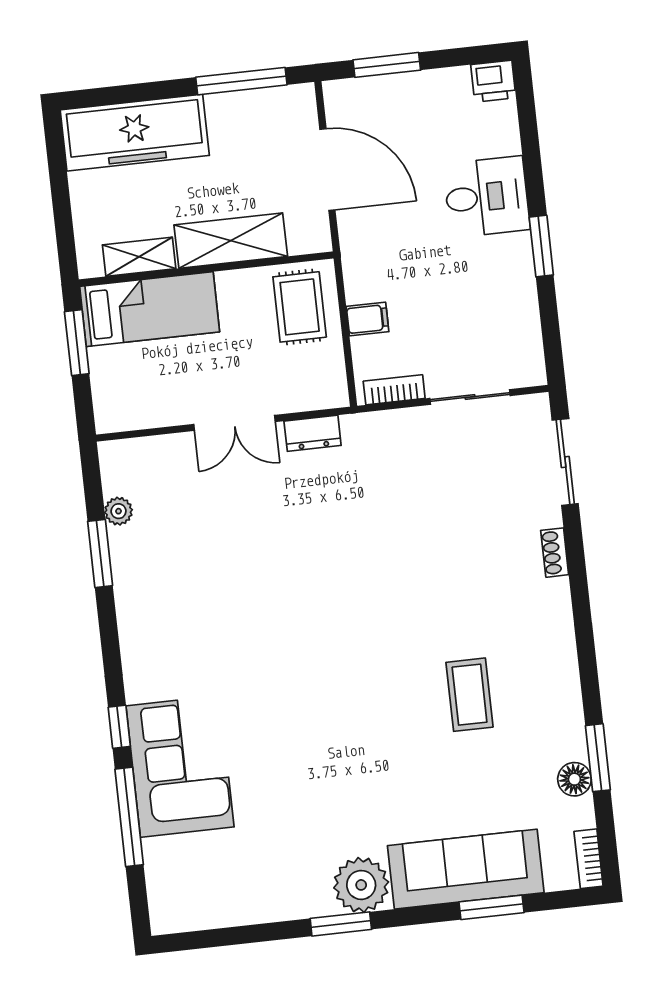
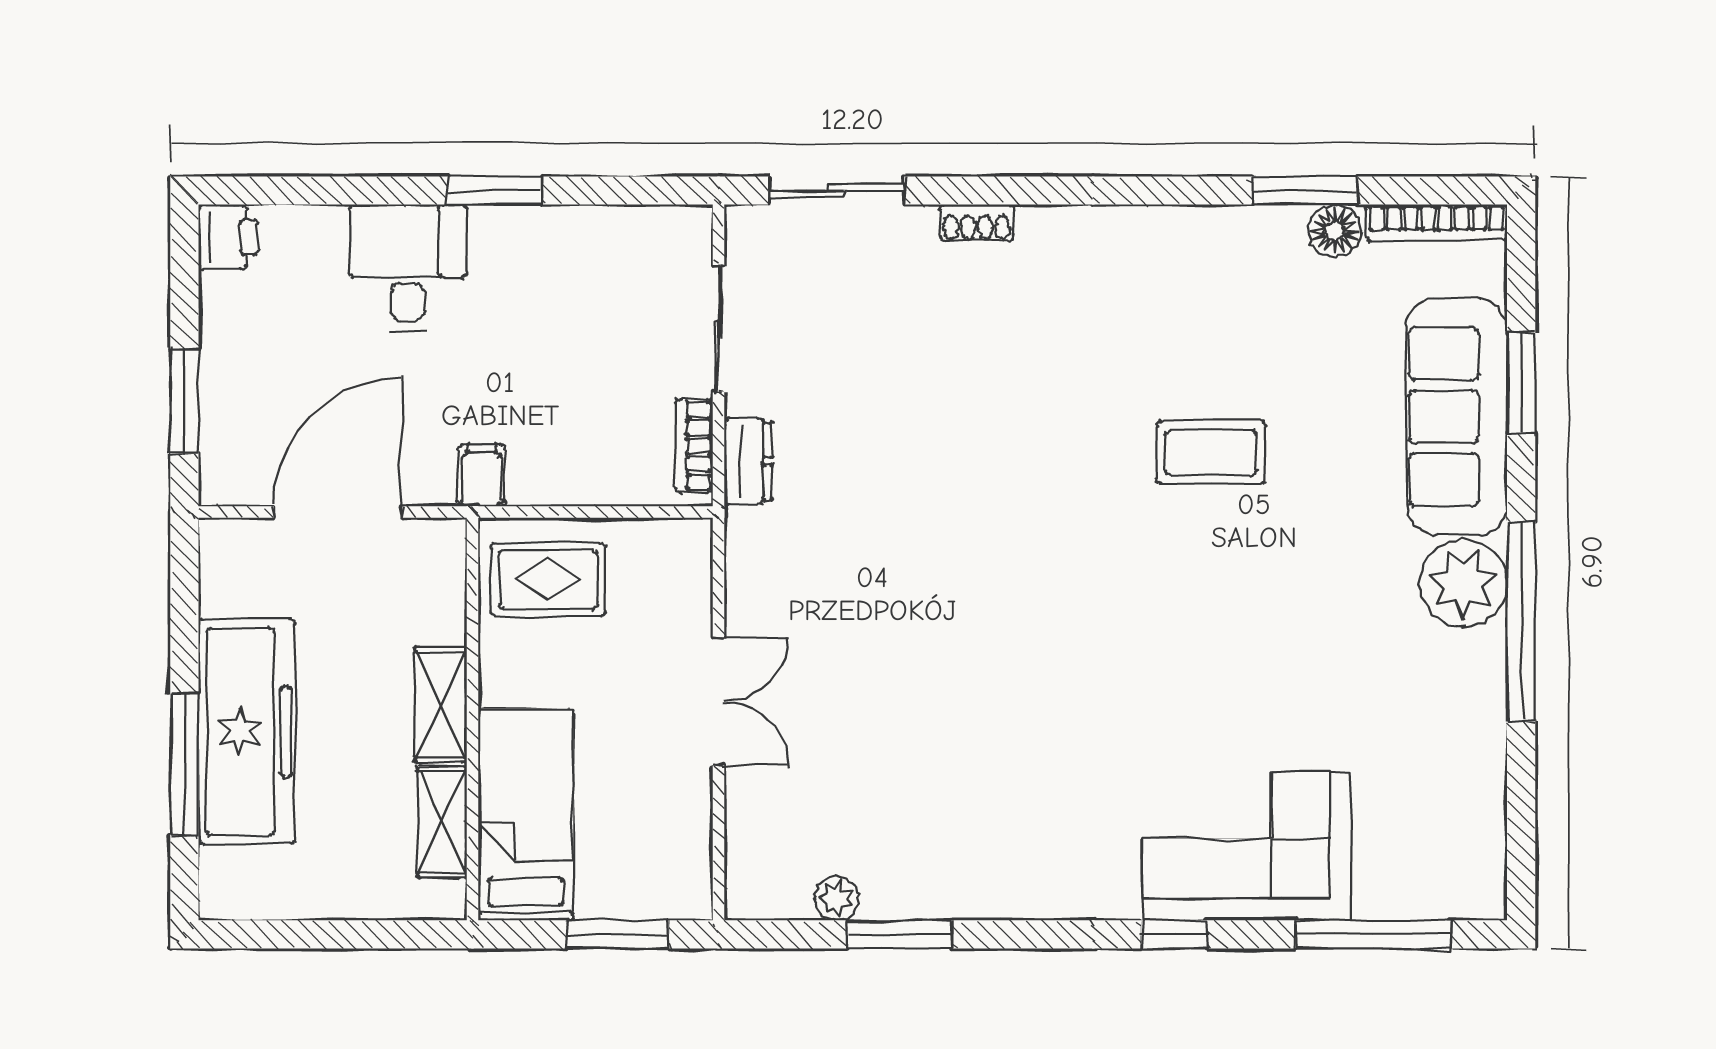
window: (241, 81) -> (184, 764), moved
freezer: (135, 133) -> (247, 732), moved
shelving: (231, 241) -> (441, 704), width x0.67, depth x0.75
filing cabinet: (368, 319) -> (482, 475), moved
window: (77, 343) -> (618, 934), moved
dresser: (313, 433) -> (748, 461), moved
coffee table: (470, 695) -> (1211, 453), moved
window: (129, 817) -> (1373, 934), moved
bookcase: (589, 859) -> (1436, 223), width x1.56
window: (341, 924) -> (1521, 622), width x2.11

